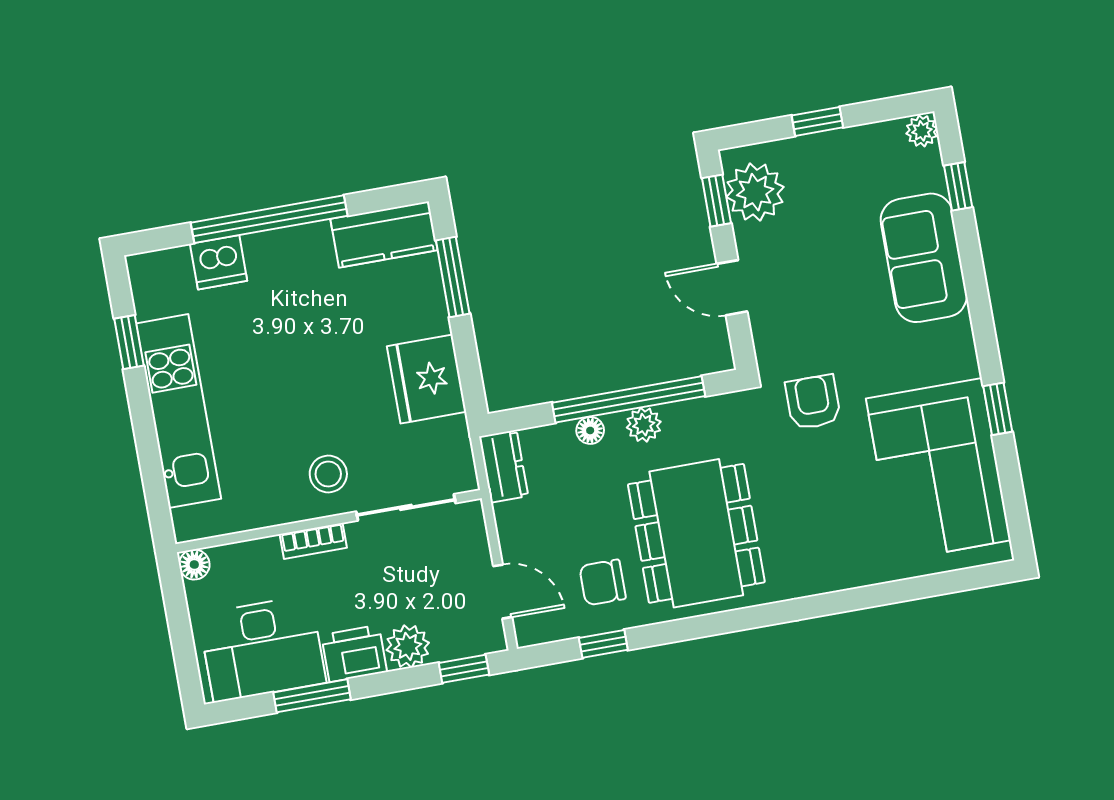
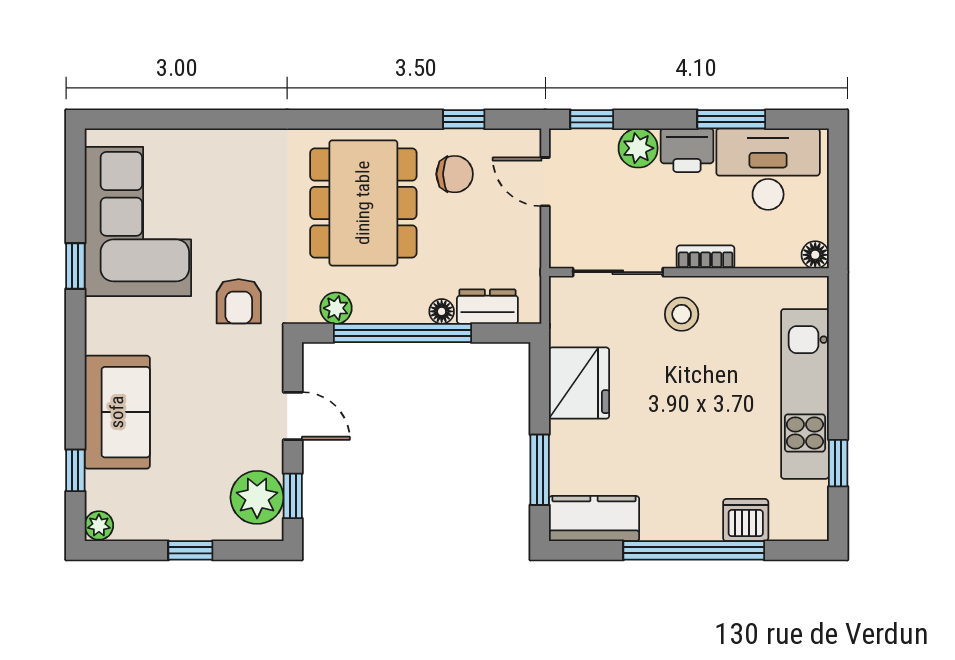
plant: (644, 425) -> (336, 308), moved
dresser: (504, 466) -> (487, 307), moved, turned 90

